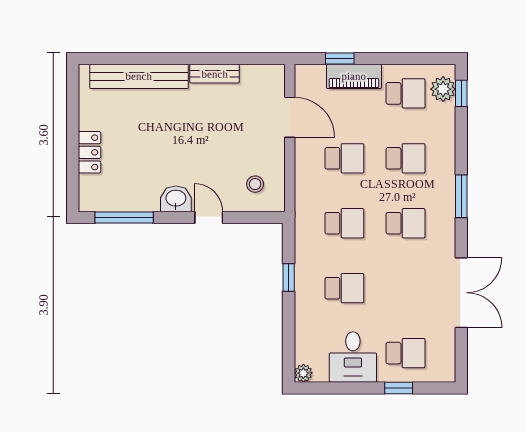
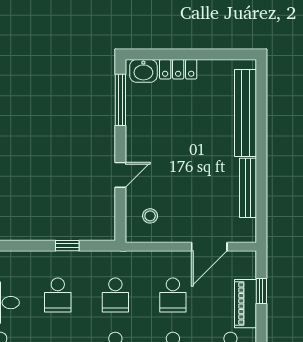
bench: (215, 74) -> (248, 188), width x1.36
washbasin: (176, 199) -> (143, 71), moved, turned 90

